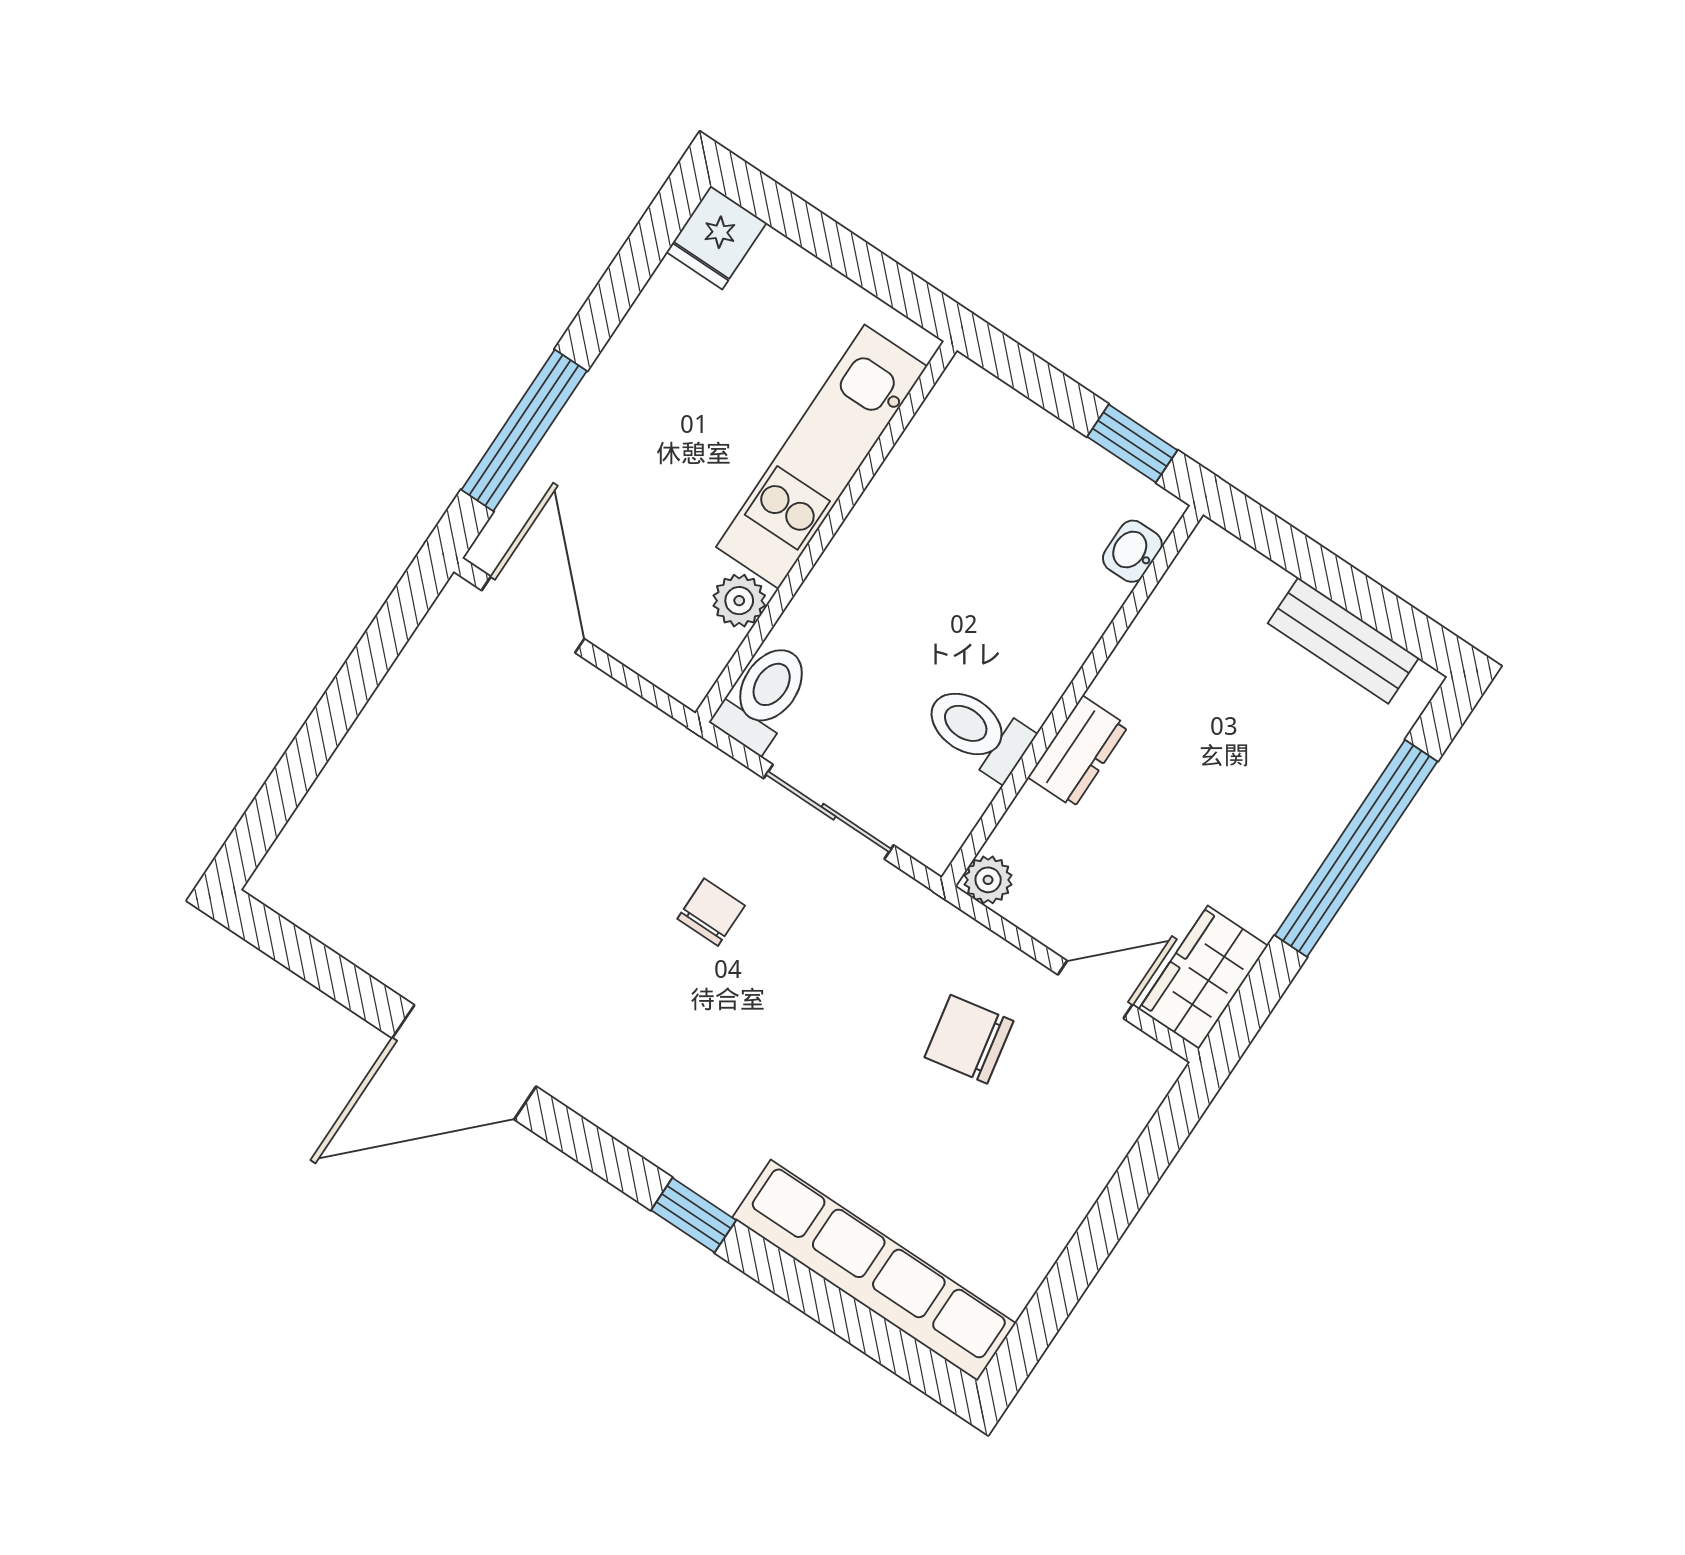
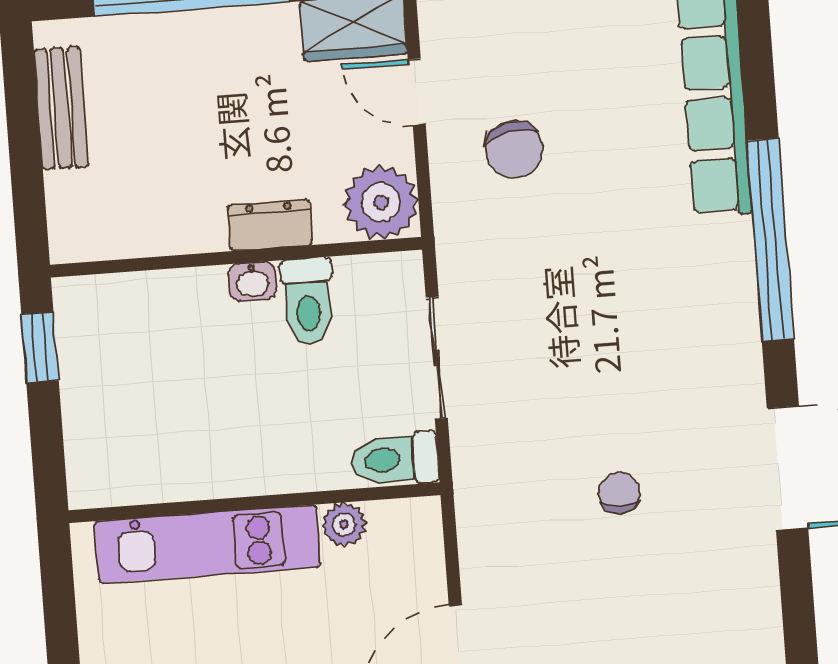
washbasin: (1132, 551) -> (252, 281), moved
plant: (988, 880) -> (381, 202), width x1.87, depth x1.87
chair: (711, 912) -> (619, 493), moved, turned 90
window: (694, 1215) -> (770, 240), width x3.17

